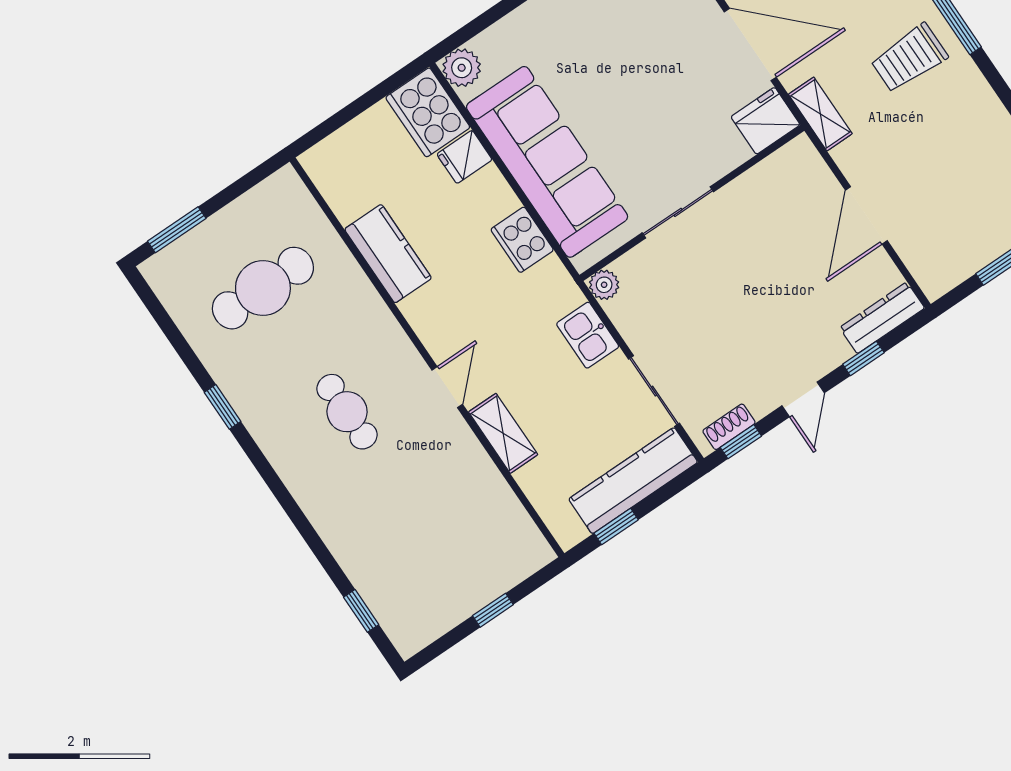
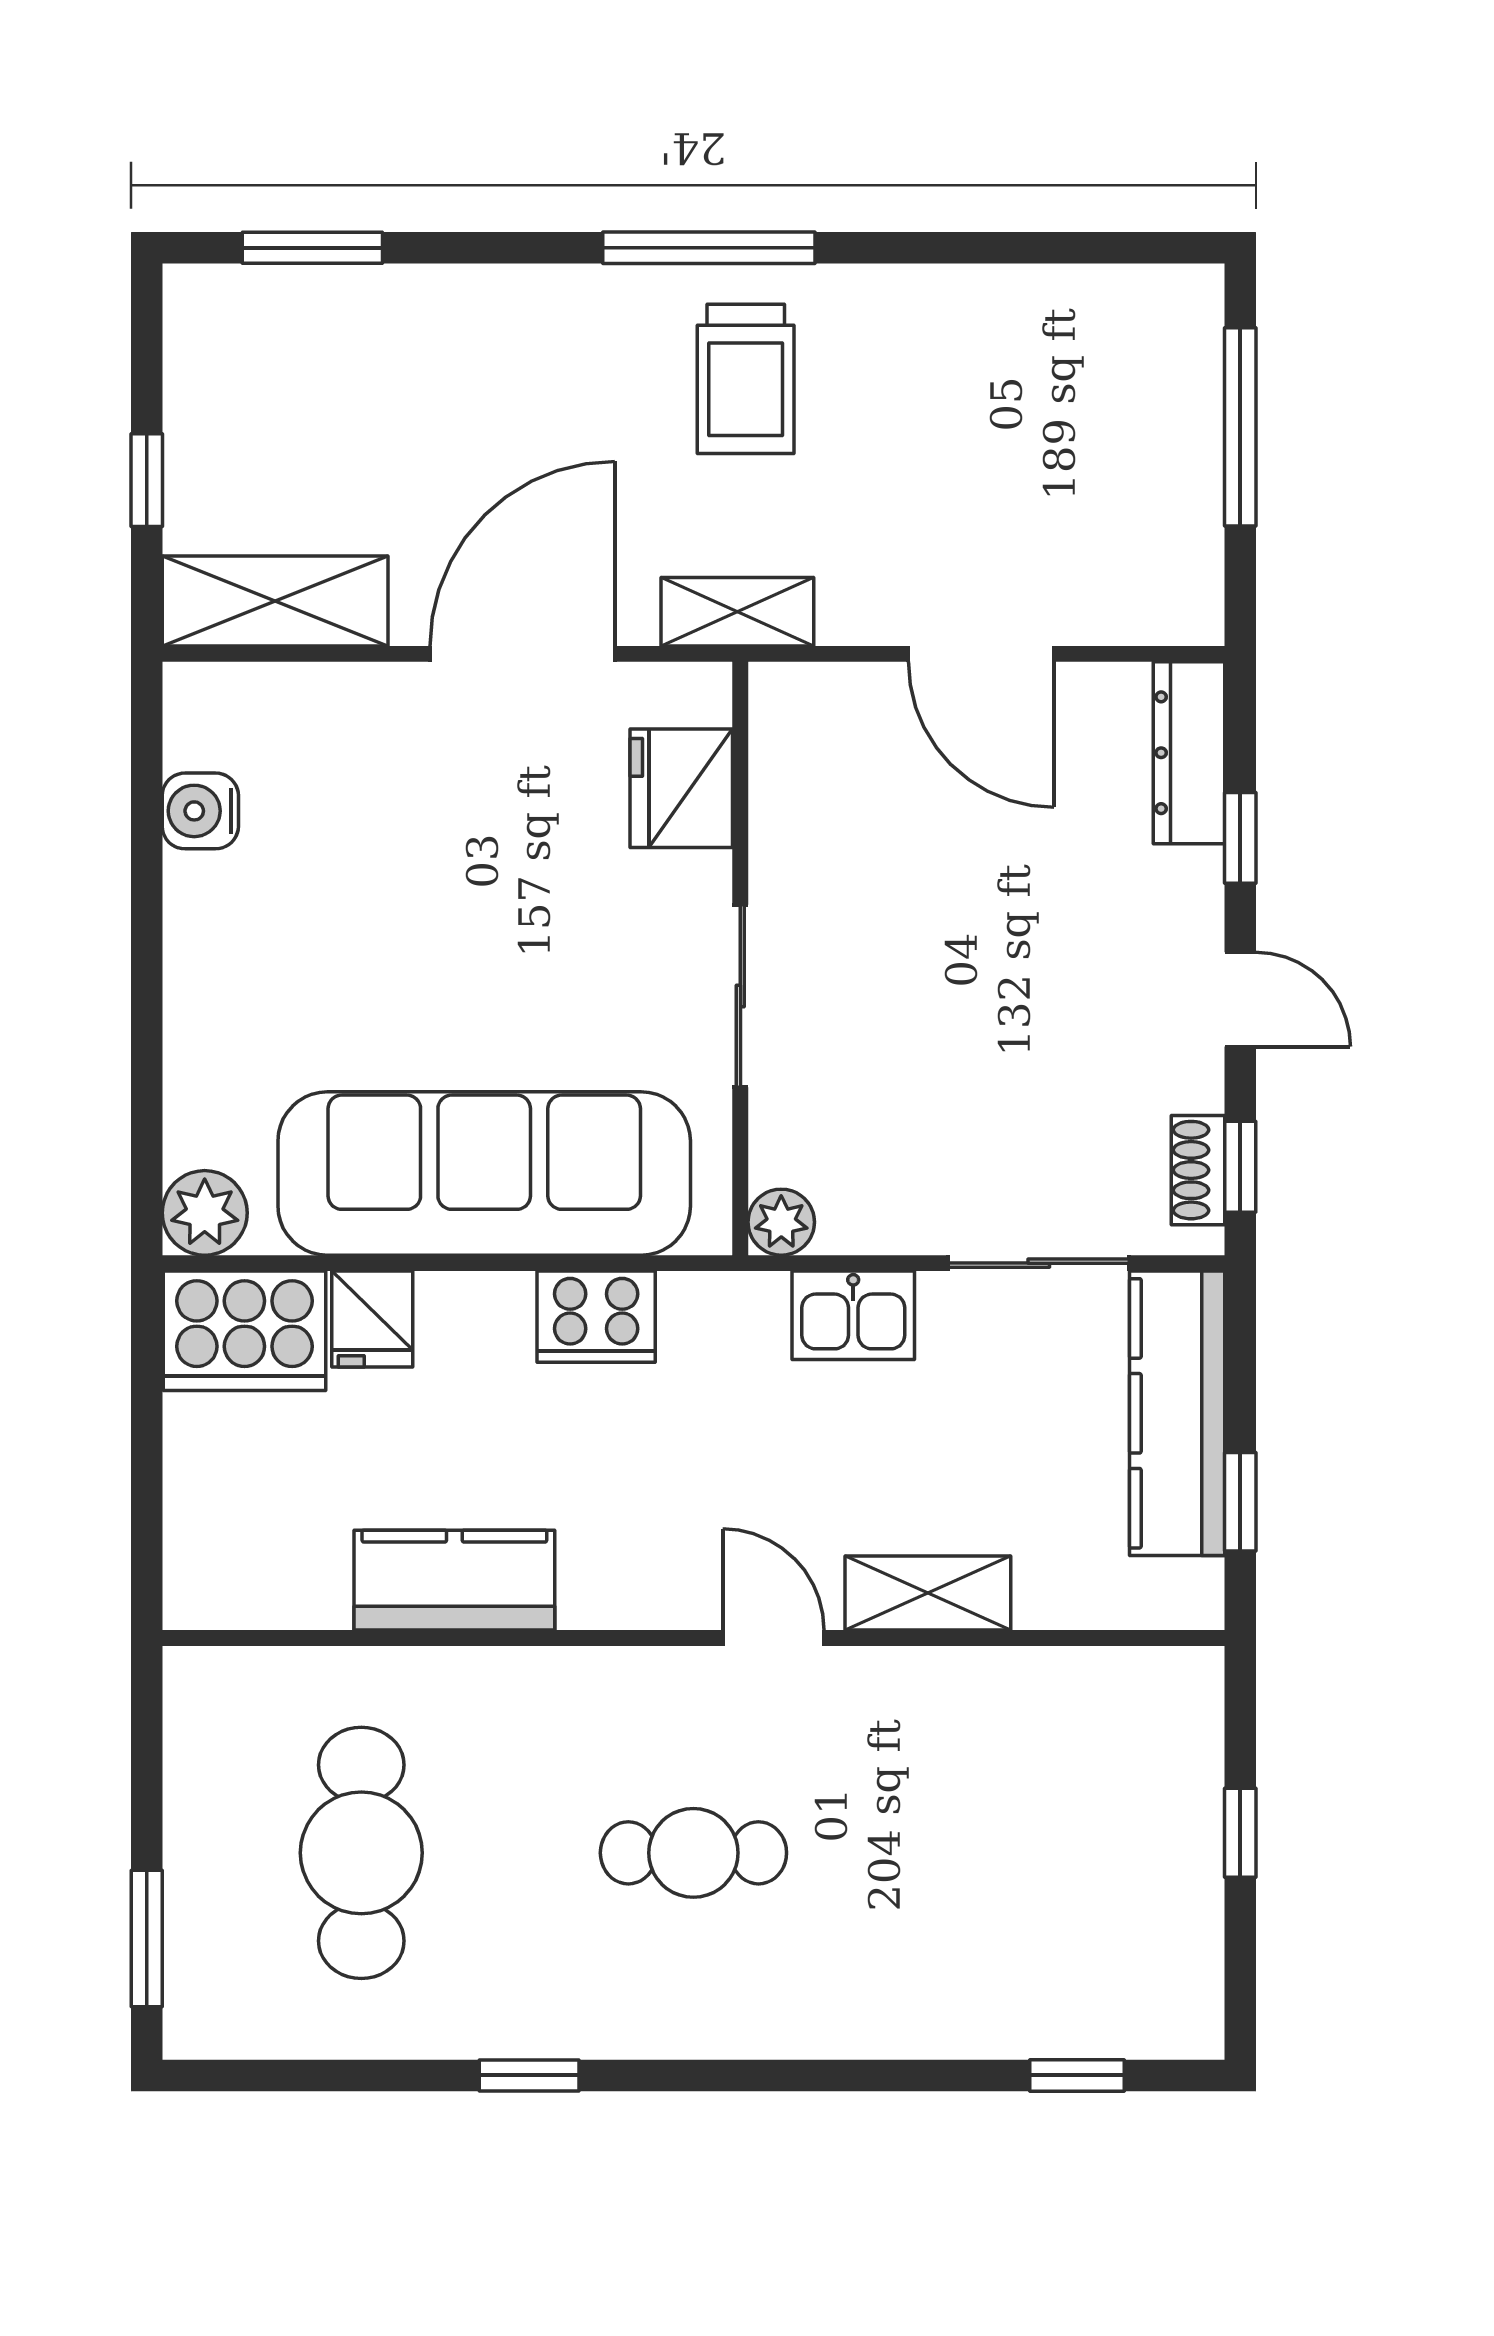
fridge: (765, 121) -> (681, 788), moved

